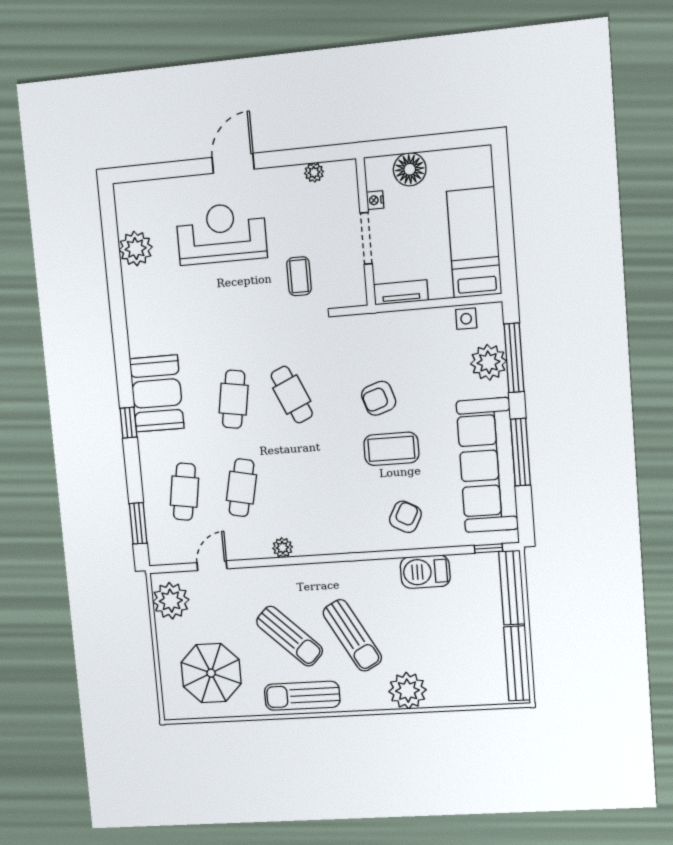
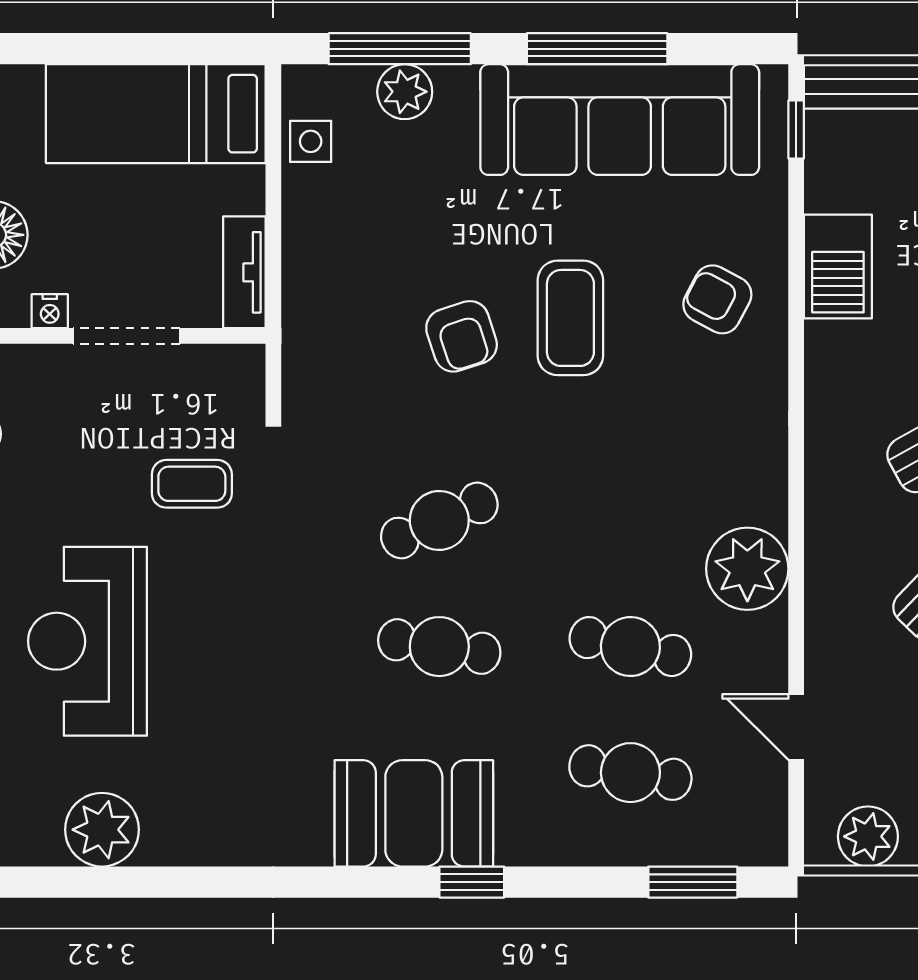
plant: (488, 362) -> (405, 92), width x0.73, depth x0.73
plant: (283, 548) -> (747, 569), width x1.88, depth x1.88
plant: (171, 601) -> (868, 836), width x0.73, depth x0.73

